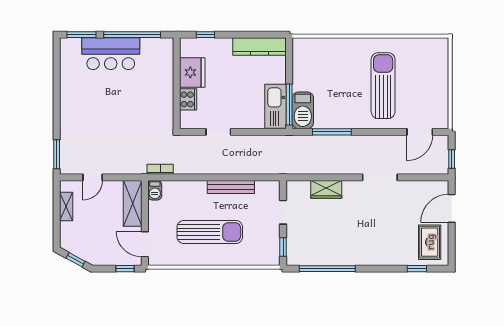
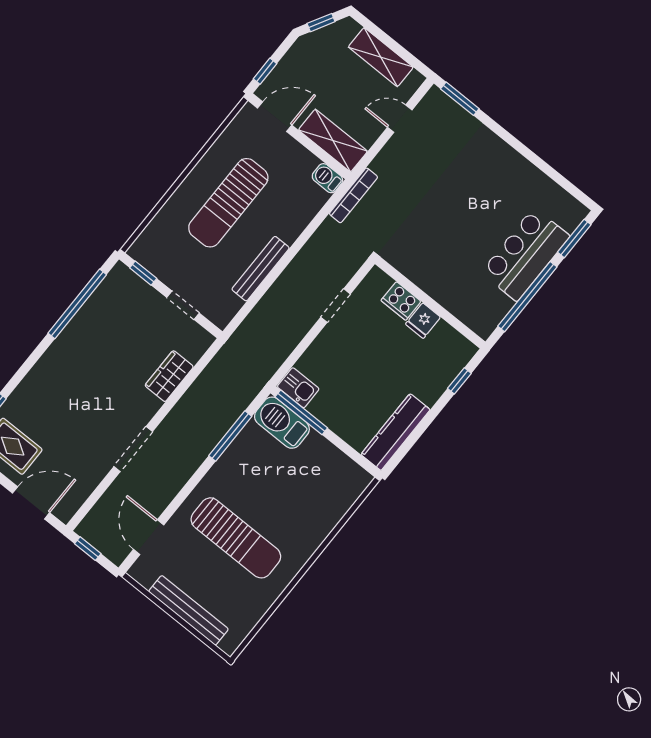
fridge: (192, 72) -> (423, 321), width x0.53, depth x0.75
bench: (441, 80) -> (189, 610), added
kitchen sink: (275, 106) -> (298, 388), width x0.53, depth x0.81
bookcase: (160, 169) -> (353, 195), width x1.56
door: (93, 177) -> (400, 119), hinge flipped
shelving: (66, 206) -> (381, 57), width x1.50, depth x1.33
door: (452, 208) -> (31, 503), hinge flipped

